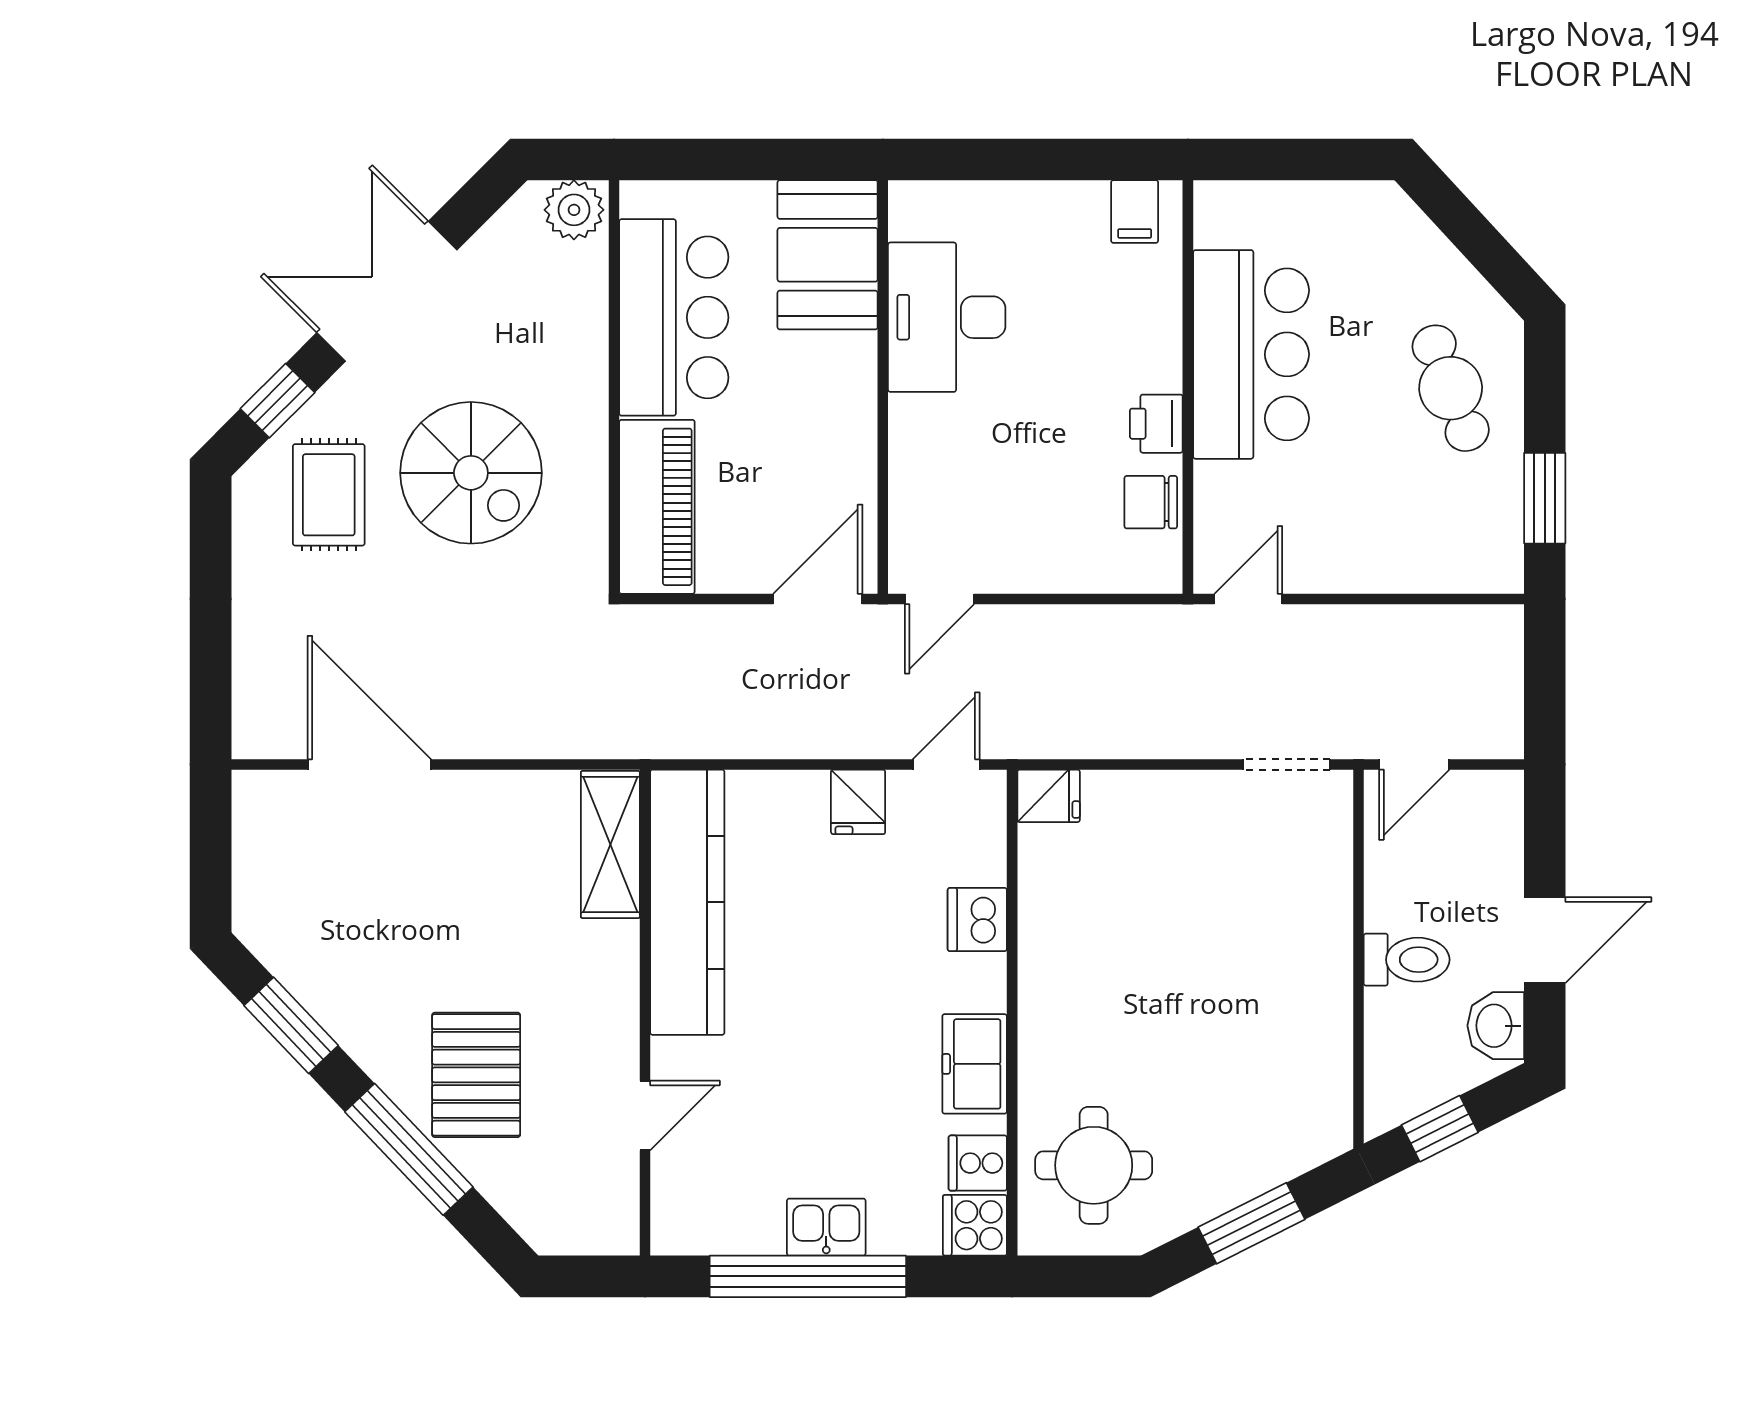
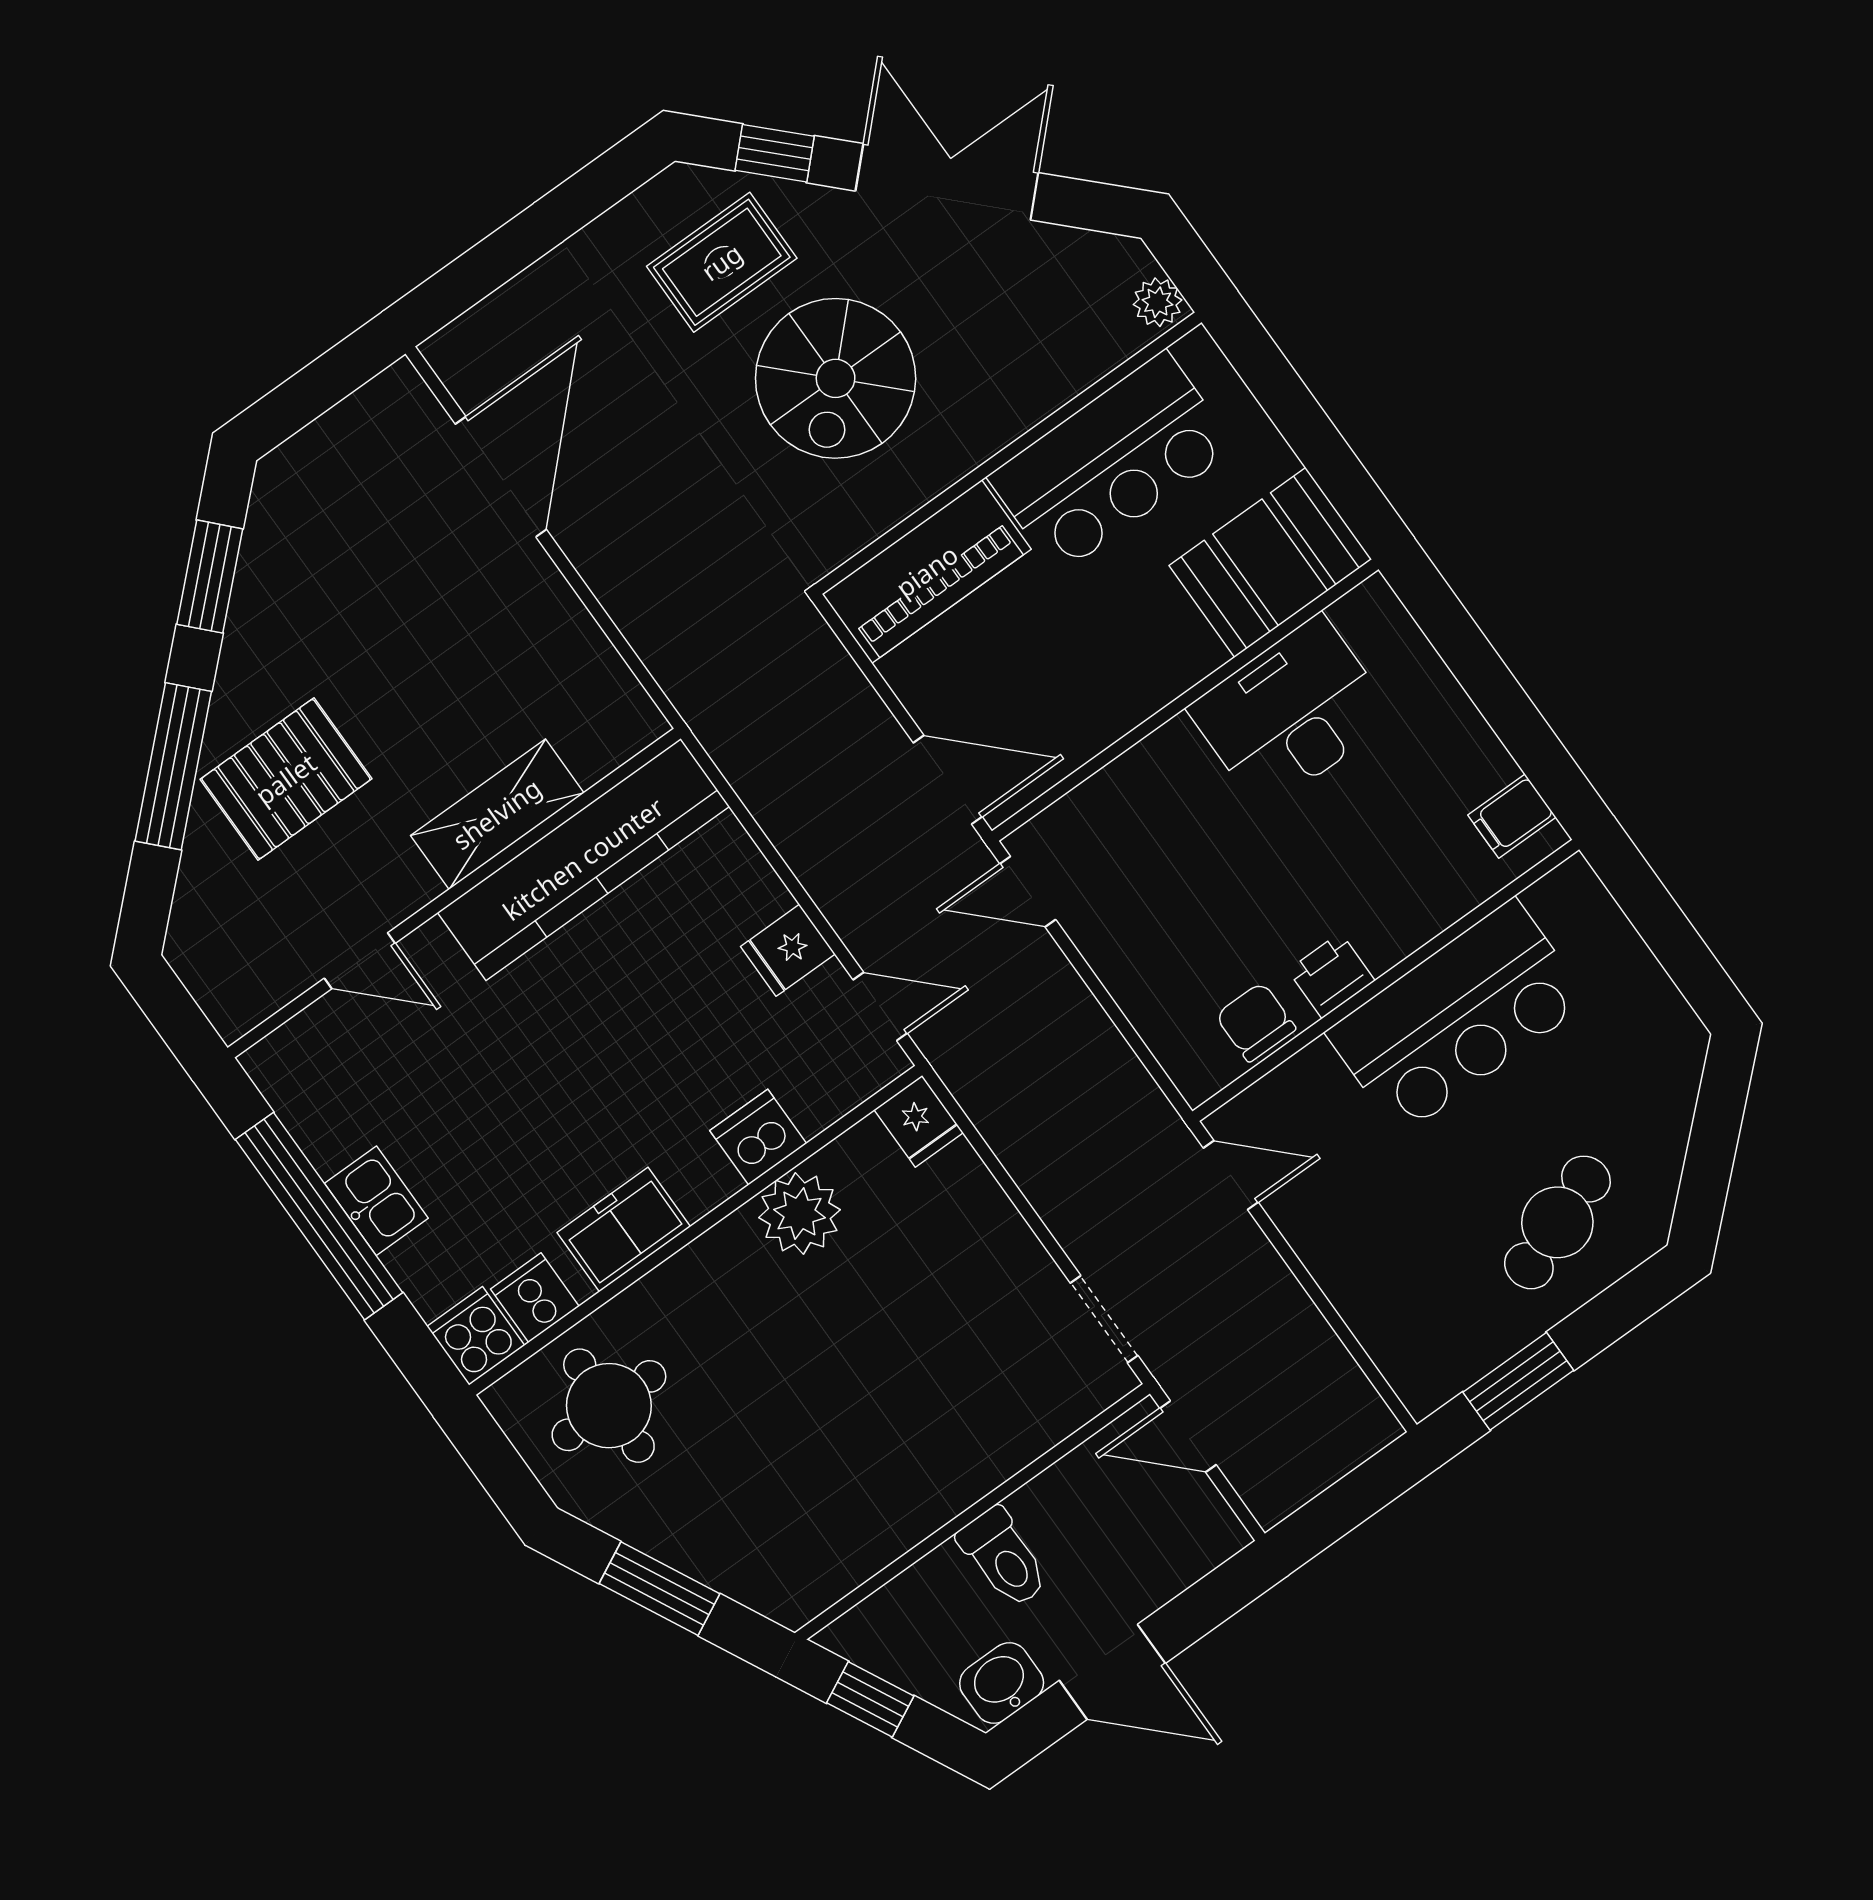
plant: (574, 210) -> (1158, 302), width x0.73, depth x0.73
shelving: (610, 845) -> (497, 814), moved
plant: (1054, 929) -> (799, 1214), added

